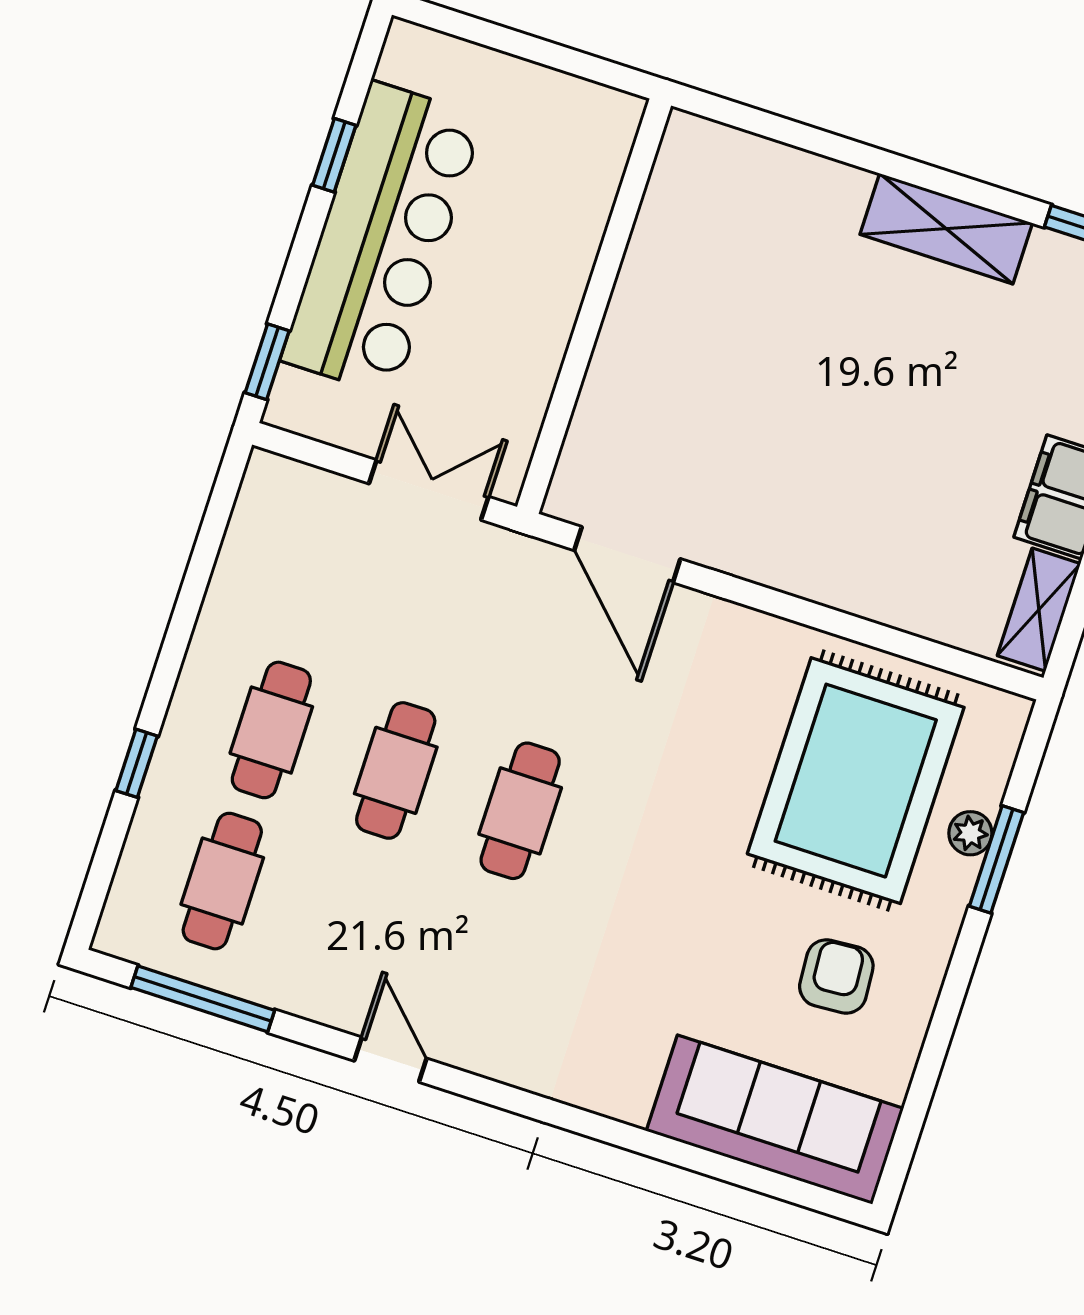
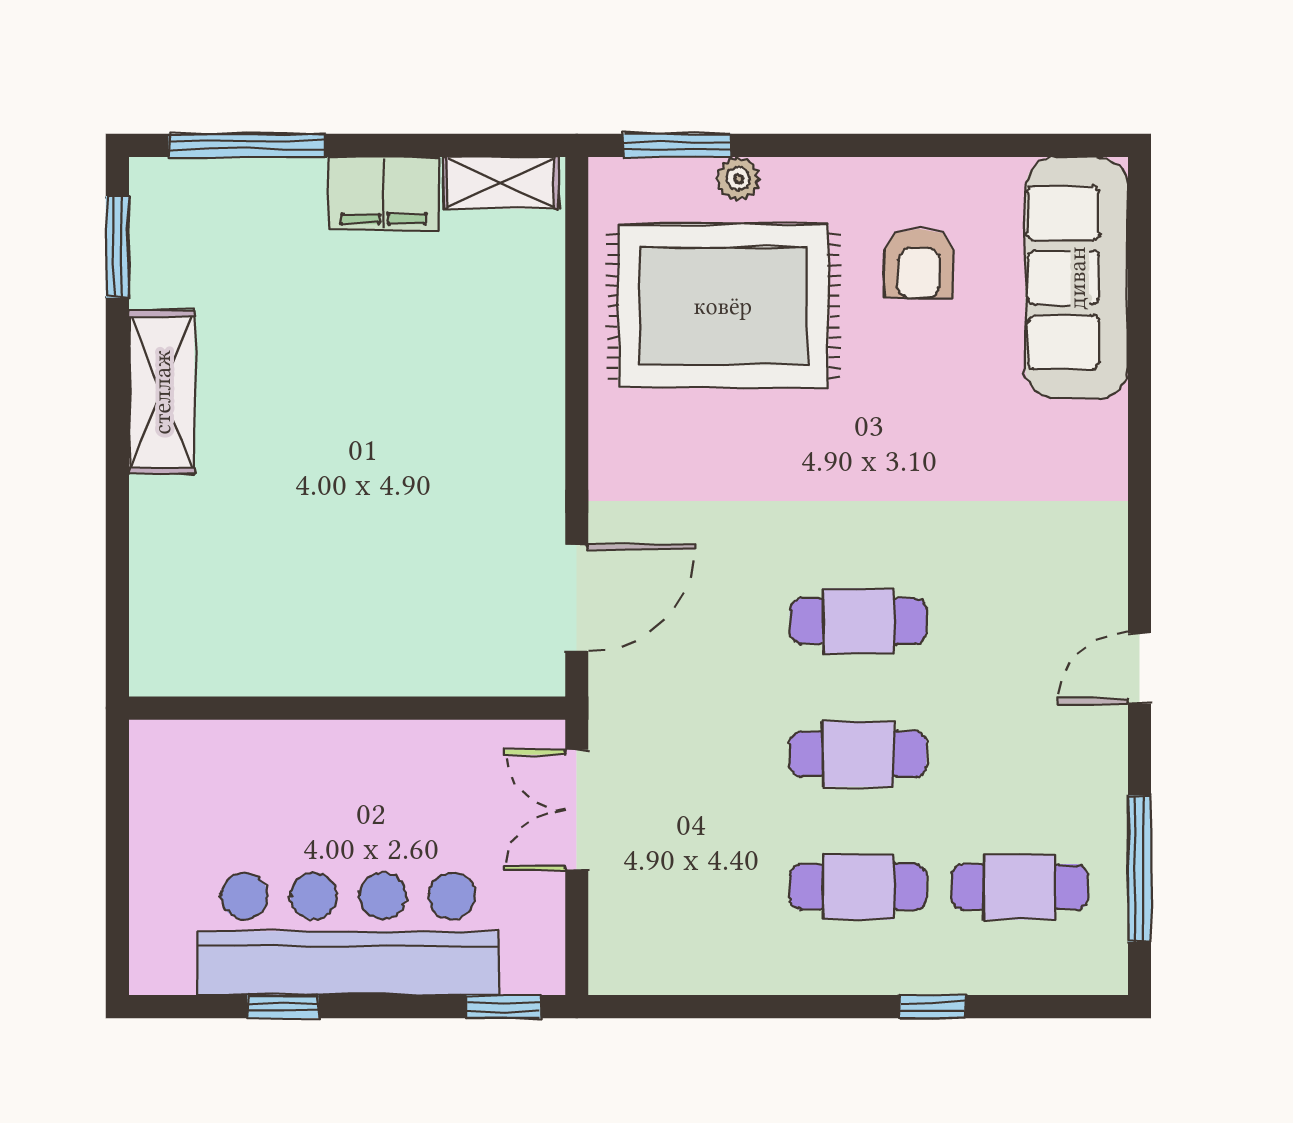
window: (996, 859) -> (677, 145), moved
armchair: (836, 976) -> (919, 263), turned -86

